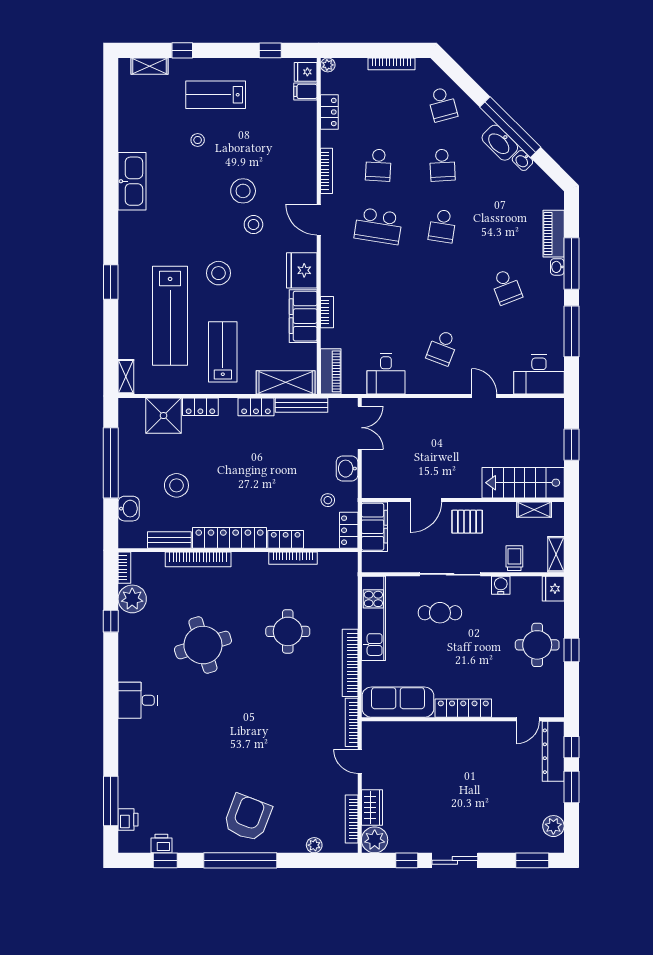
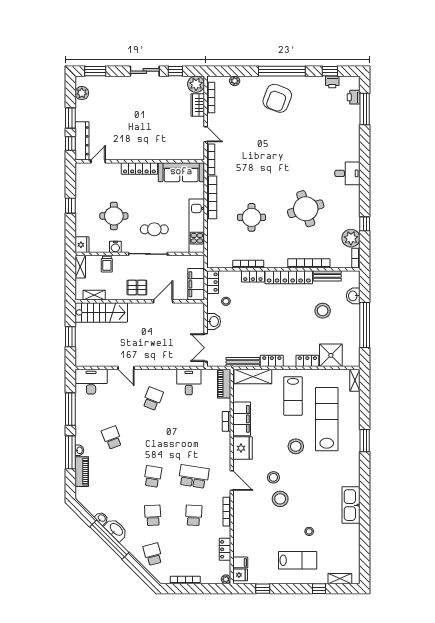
round table: (537, 645) -> (114, 216), moved

